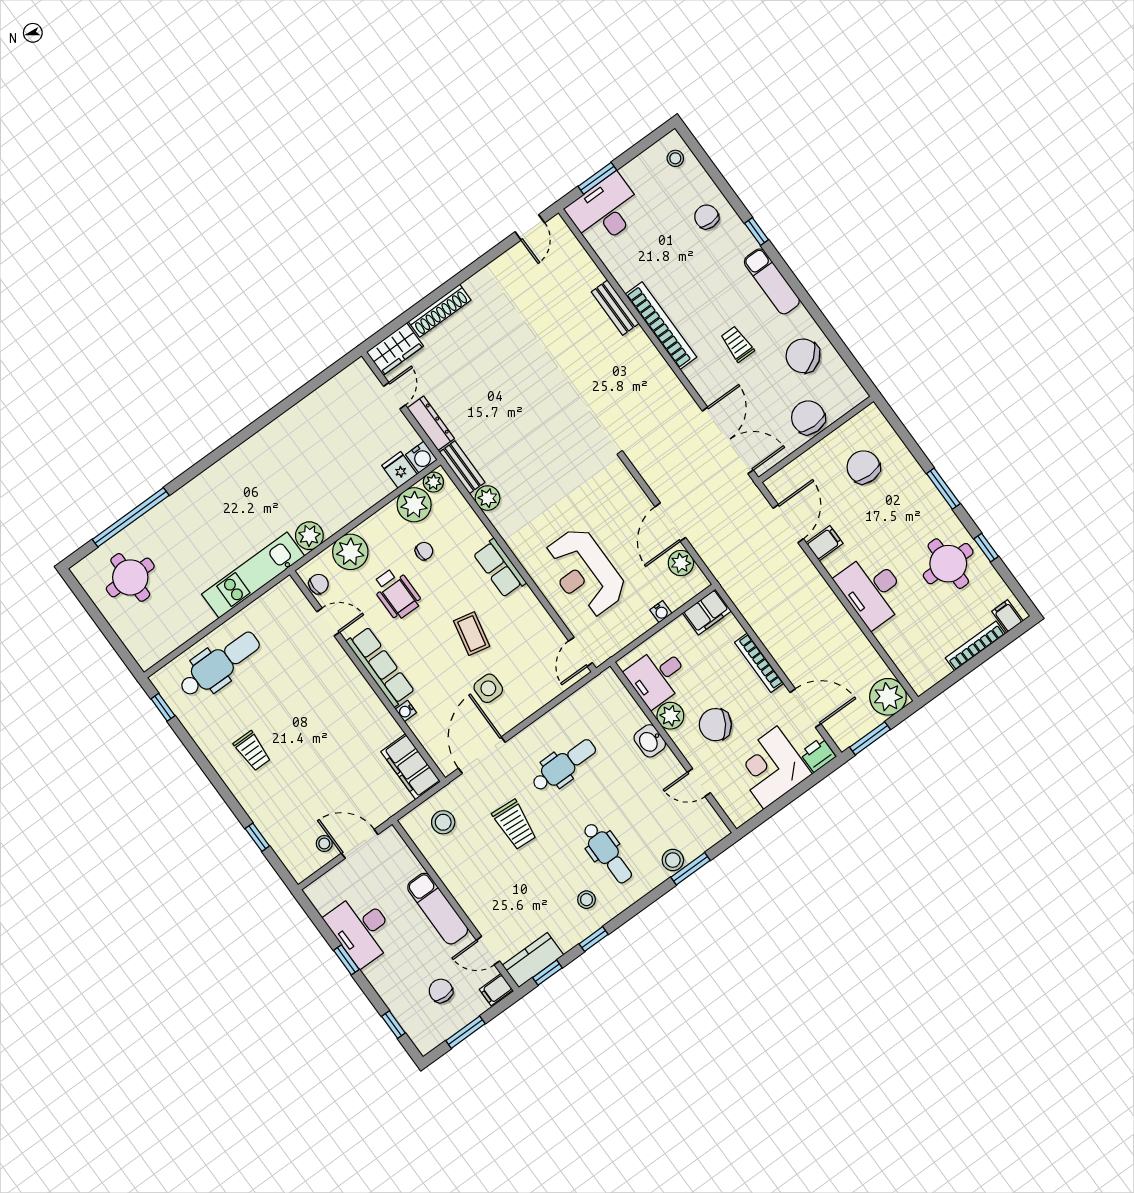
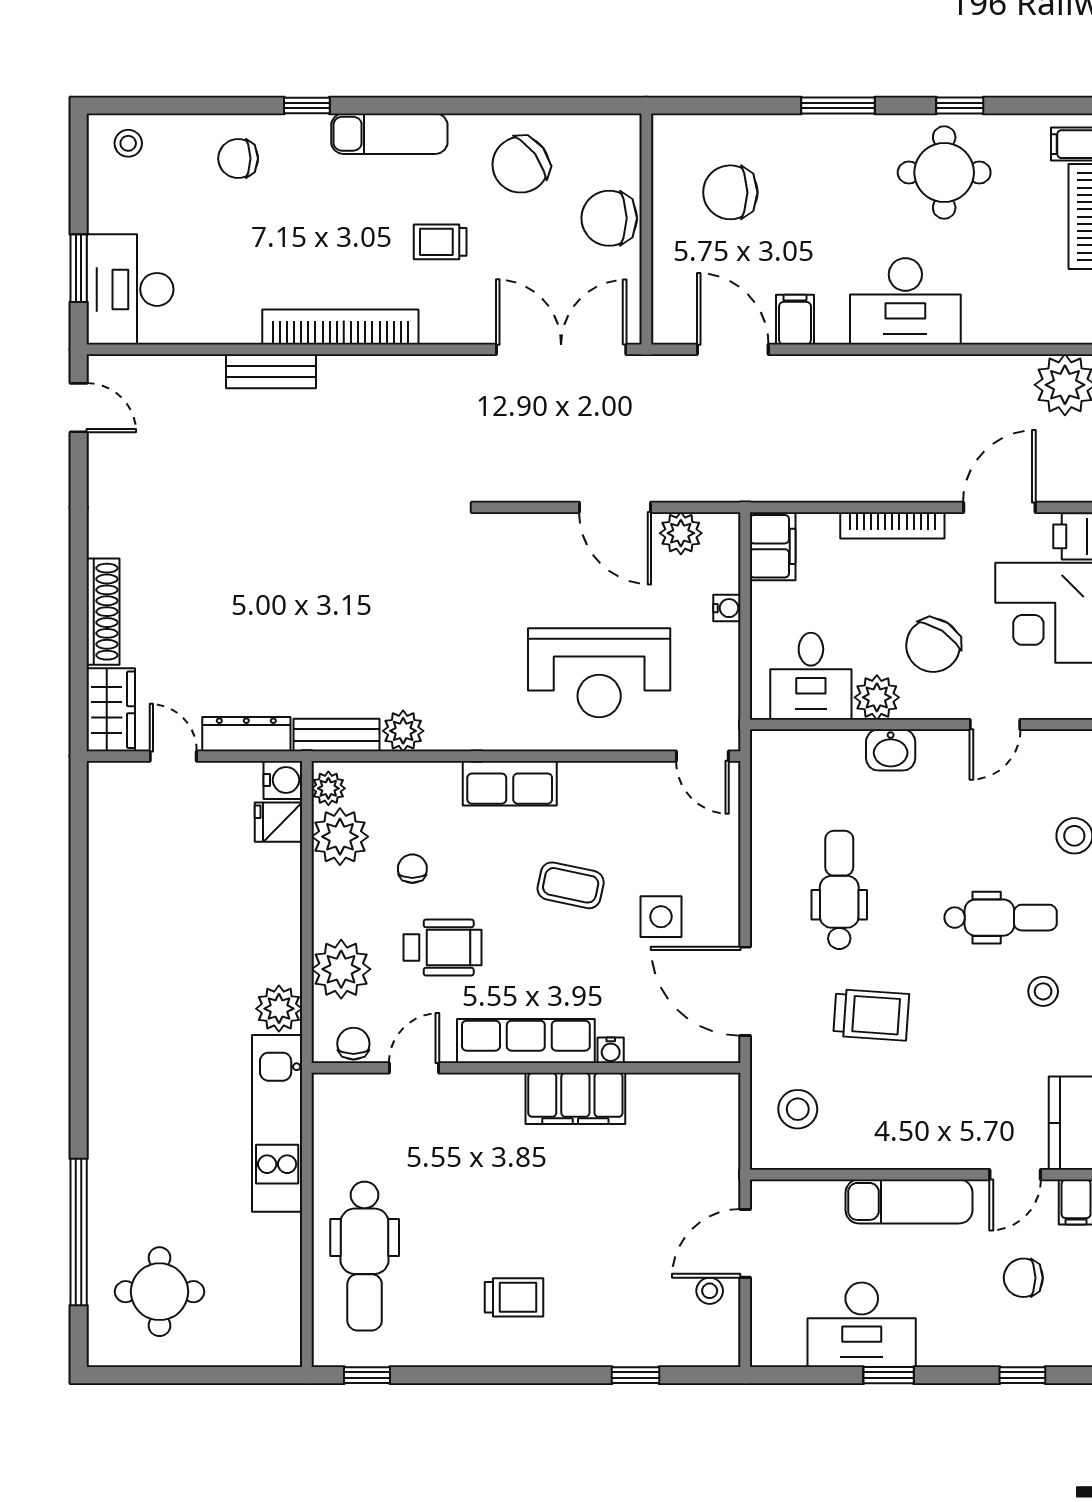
dental chair: (220, 664) -> (365, 1256), turned 180
filing cabinet: (411, 767) -> (575, 1098), moved

